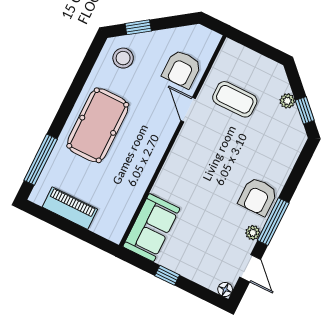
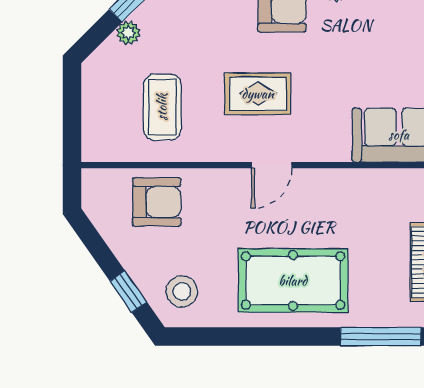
door: (188, 110) -> (272, 165), moved
rug: (215, 158) -> (258, 94), added

